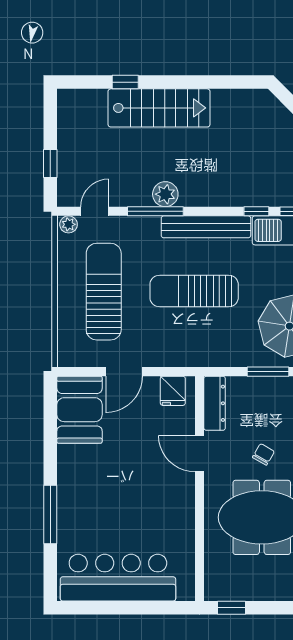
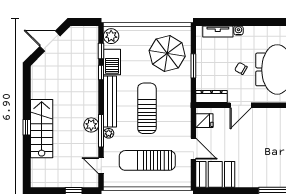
window: (125, 82) -> (27, 127), moved
plant: (69, 224) -> (109, 133), moved
sun lounger: (194, 291) -> (147, 108), turned 180

